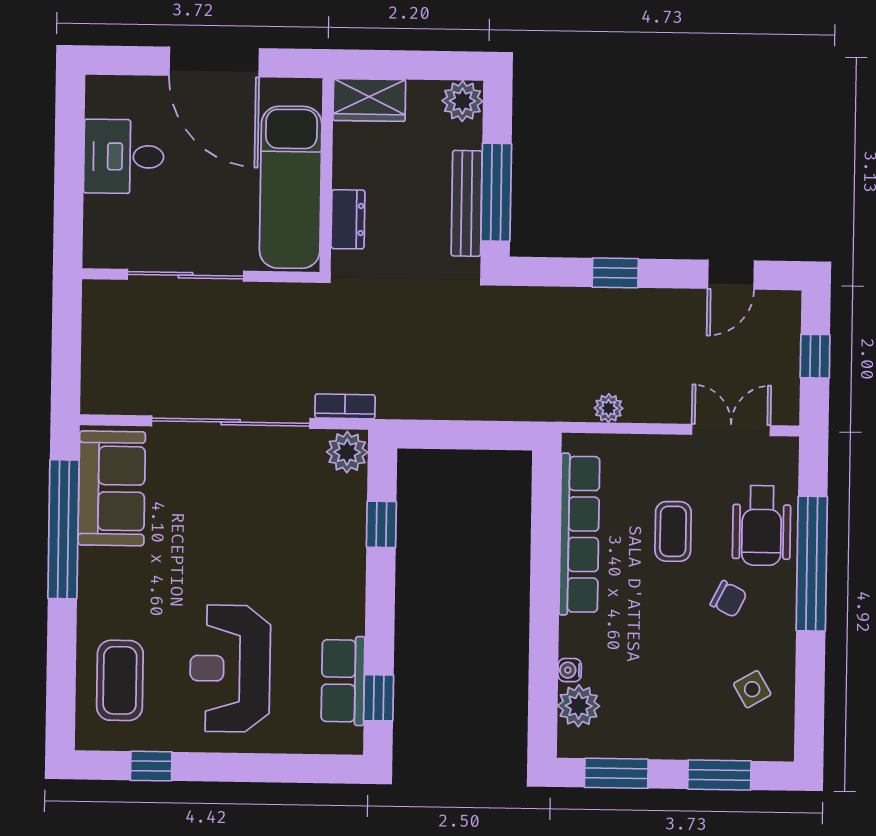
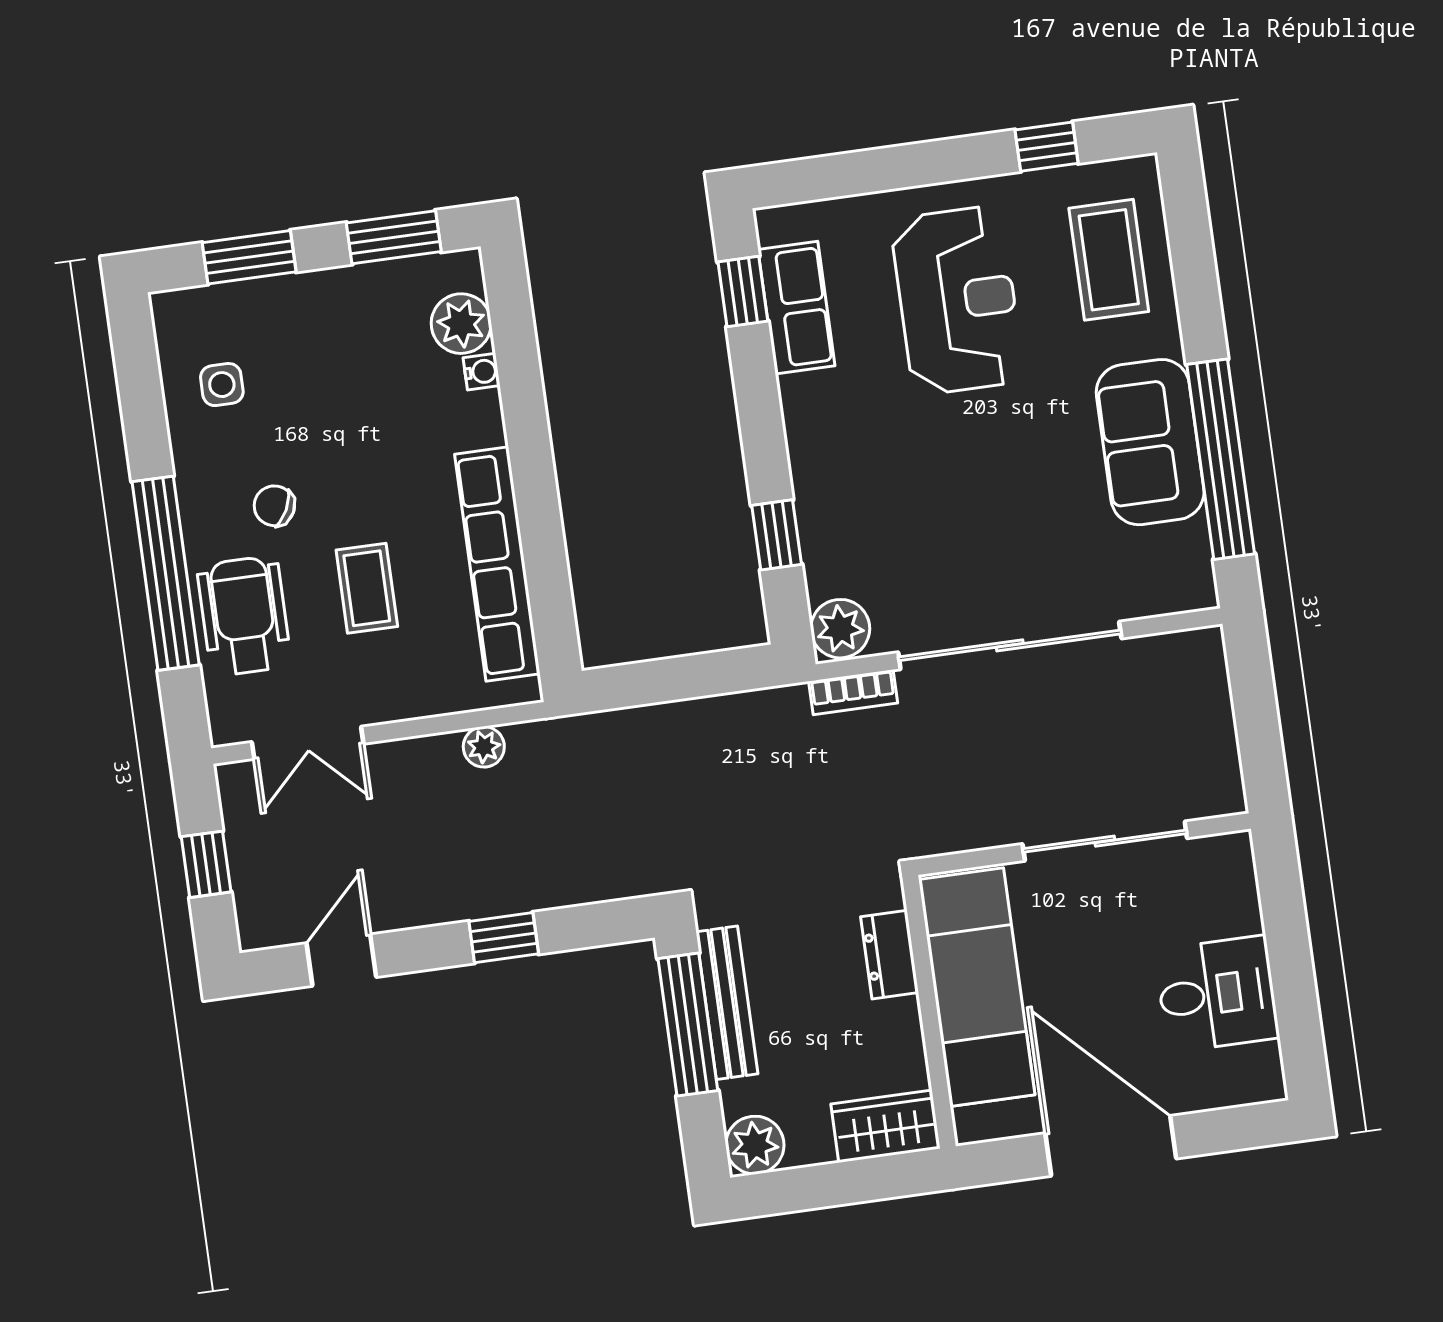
sofa: (112, 488) -> (1150, 442), moved
side table: (752, 689) -> (222, 385), turned 30

